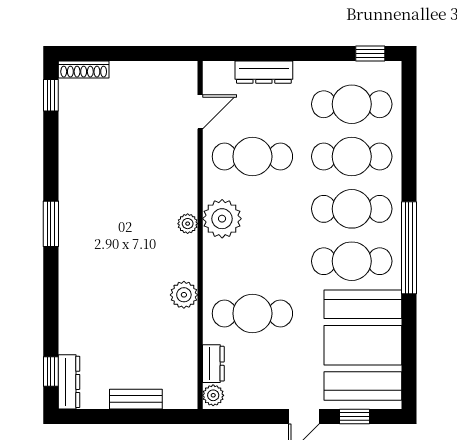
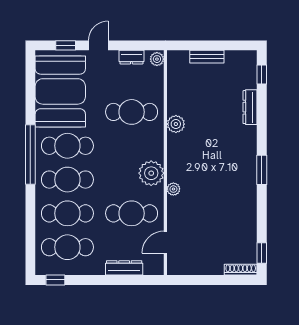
plant: (188, 224) -> (173, 189), moved
dresser: (213, 364) -> (131, 57), moved, turned -90
dresser: (69, 382) -> (250, 107), moved

